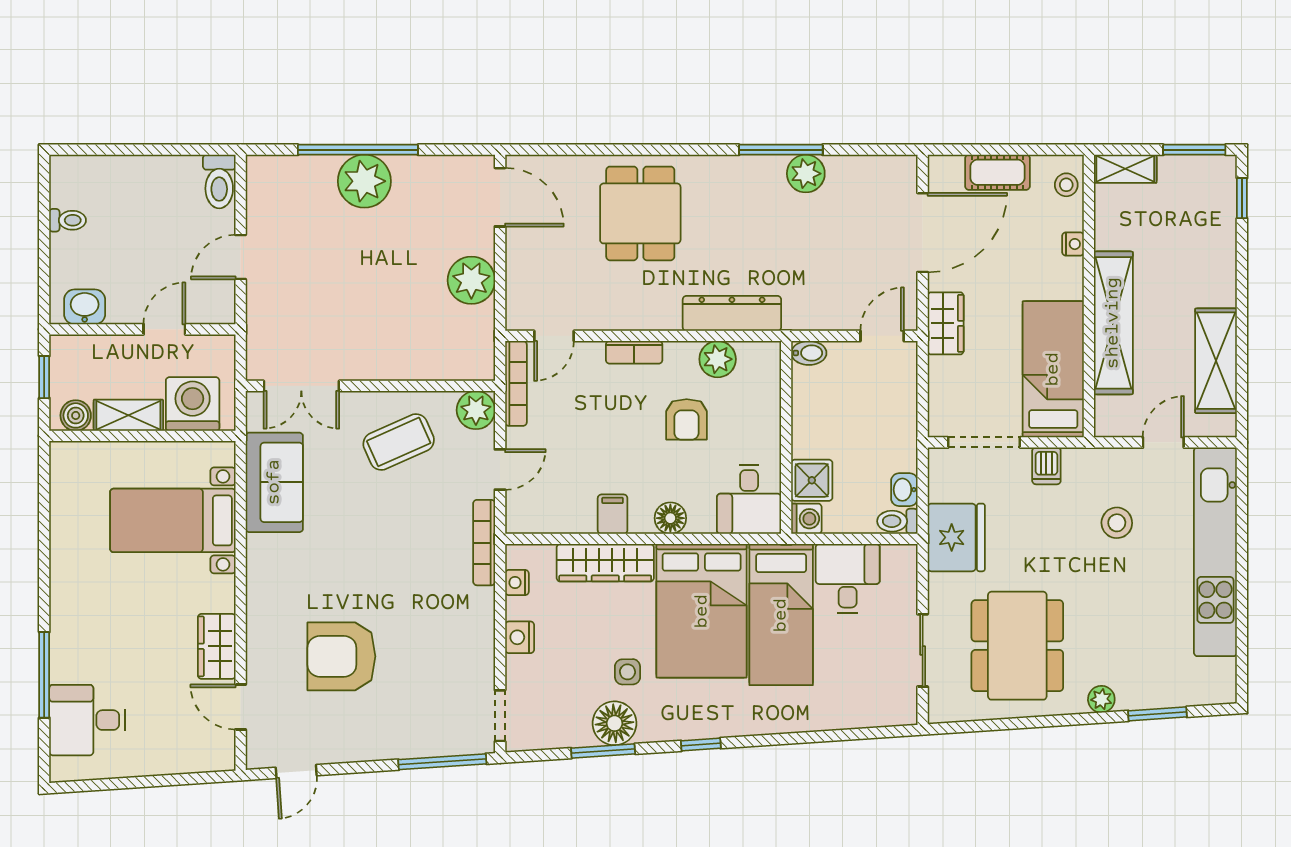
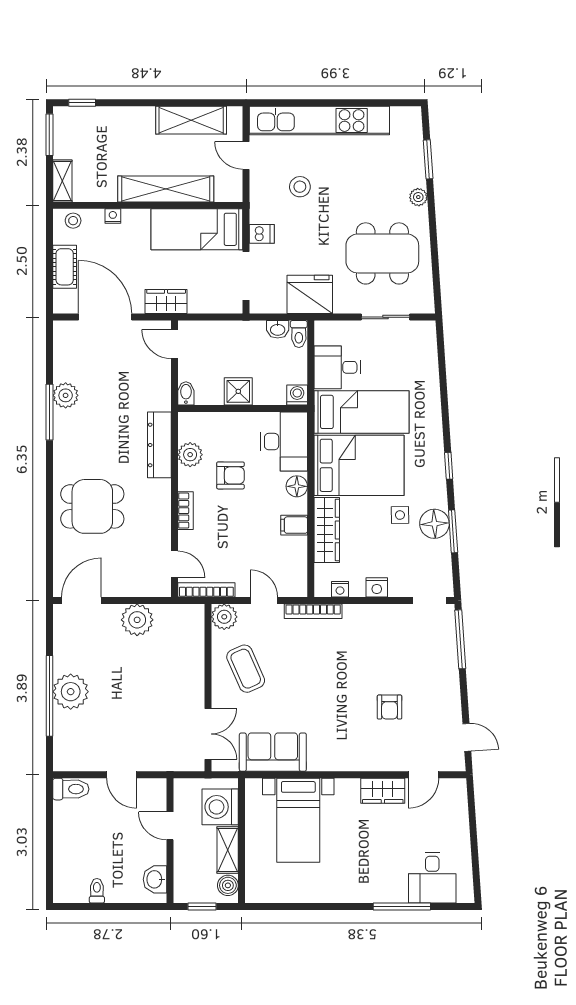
shower: (812, 480) -> (238, 391), moved
desk: (749, 499) -> (284, 442), width x1.37
armchair: (341, 656) -> (390, 707), width x0.53, depth x0.53

